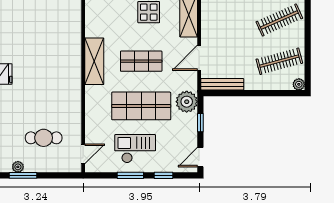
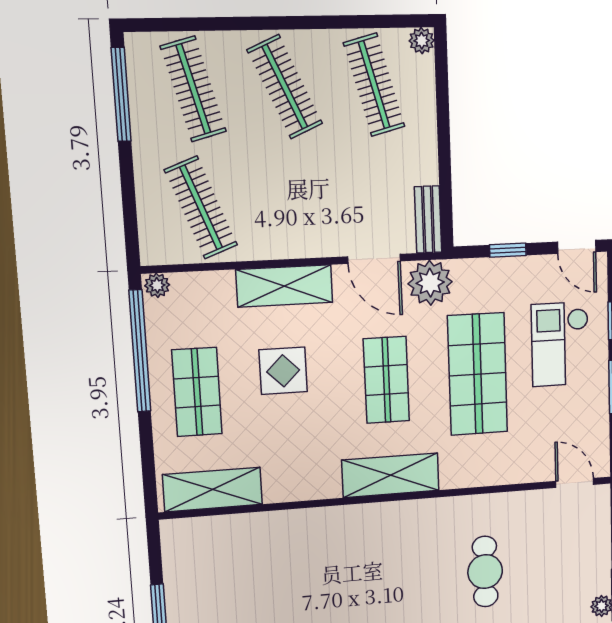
bench: (222, 84) -> (428, 219), width x0.73
plant: (187, 102) -> (430, 283), moved
cafe table: (44, 138) -> (485, 572), moved
checkout: (135, 149) -> (560, 344), moved

